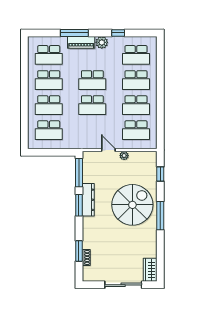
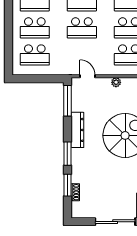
door: (108, 150) -> (88, 76), moved
window: (79, 205) -> (67, 154), moved

